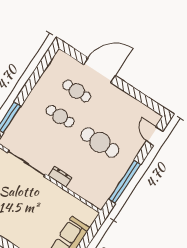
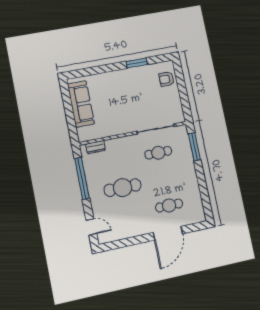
cafe table: (60, 116) -> (158, 153), moved
dresser: (60, 177) -> (95, 147), moved

